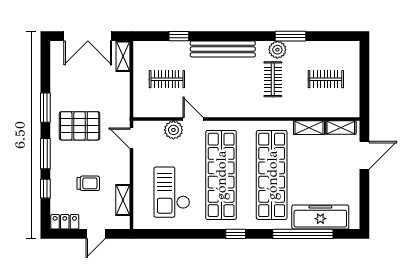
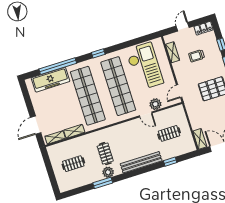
door: (132, 138) -> (179, 91), swing flipped
checkout: (172, 192) -> (145, 66), width x1.36, depth x1.21

